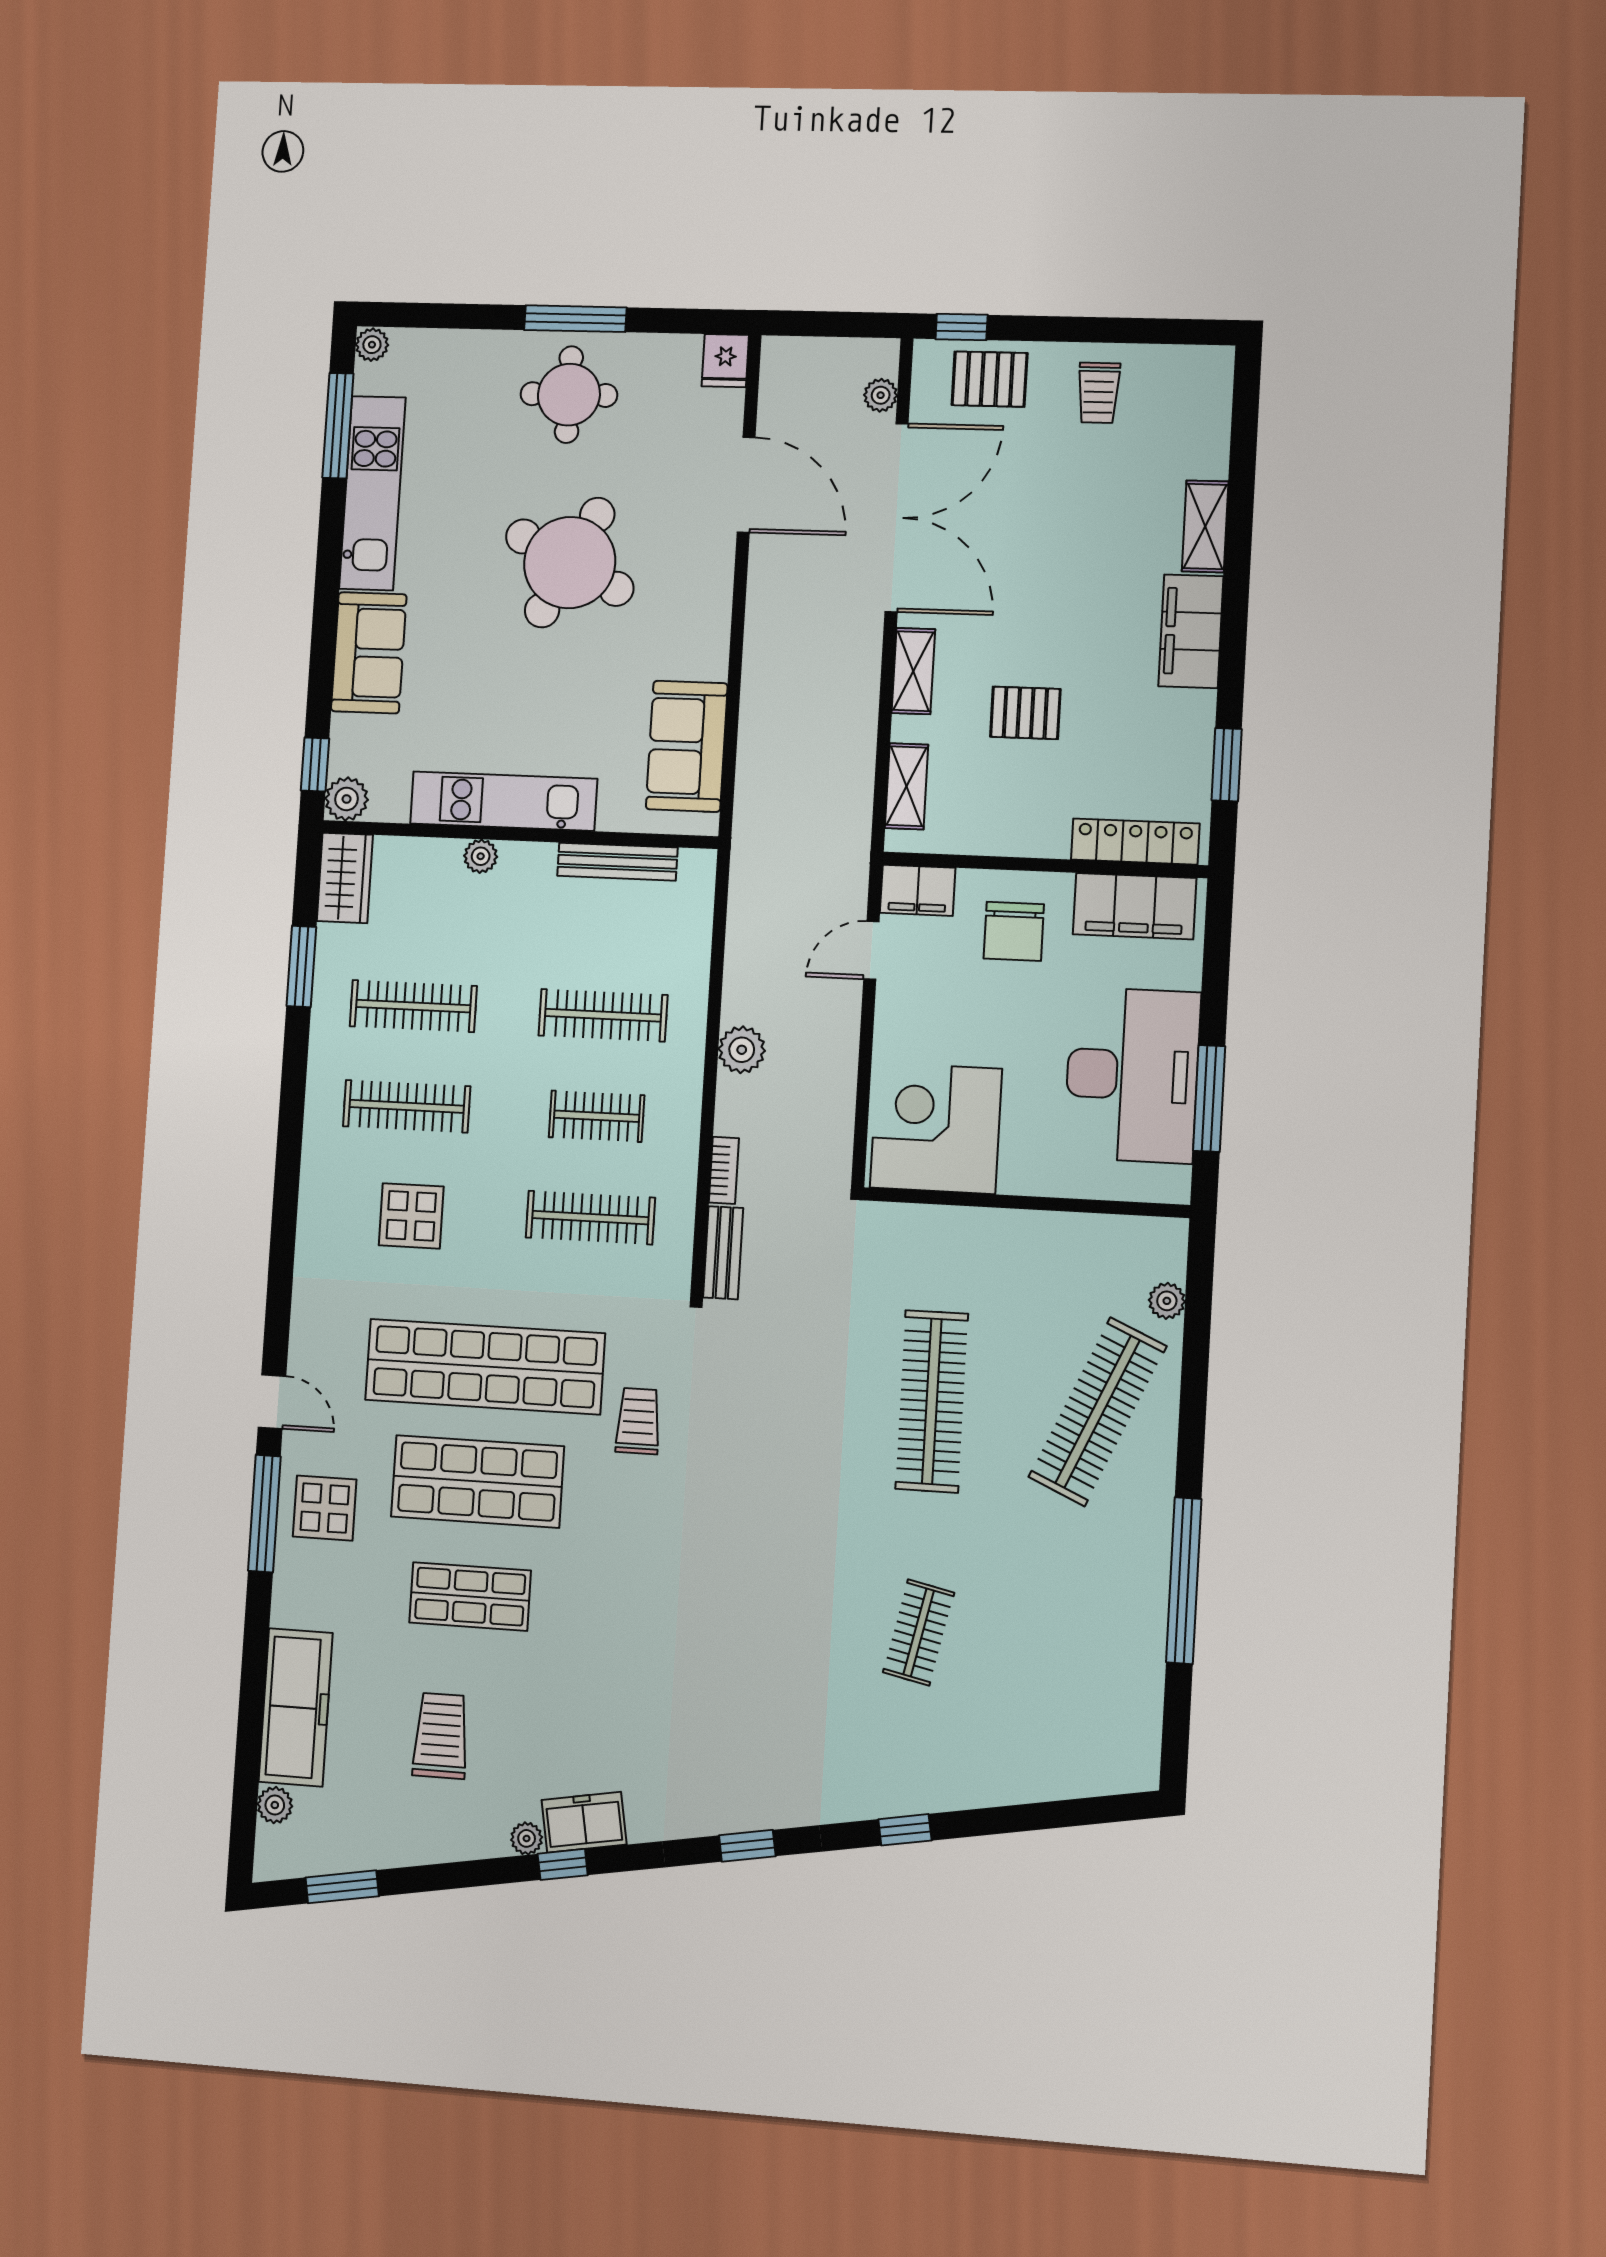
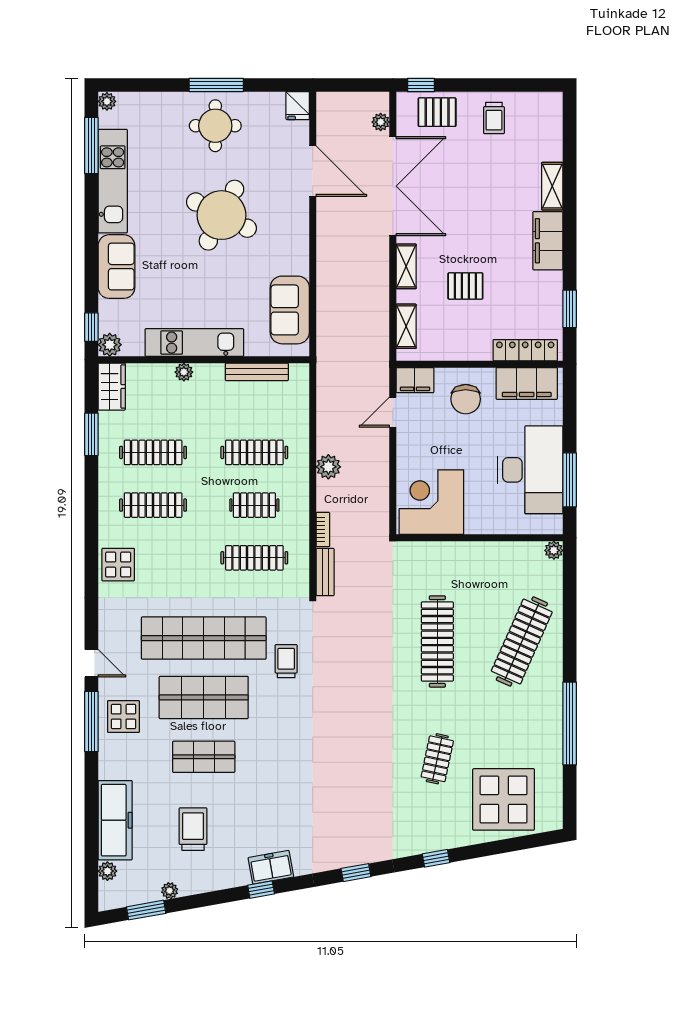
display table: (411, 1216) -> (118, 565), moved
plant: (1167, 1301) -> (554, 550), moved
display table: (1044, 1723) -> (504, 799), added
plant: (527, 1838) -> (170, 891), moved

